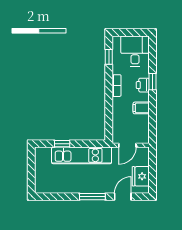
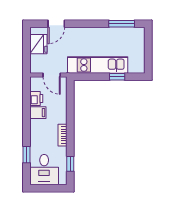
window: (153, 82) -> (27, 155), moved
printer: (143, 85) -> (36, 98), moved
door: (127, 145) -> (52, 75), swing flipped
window: (92, 197) -> (122, 24), moved

